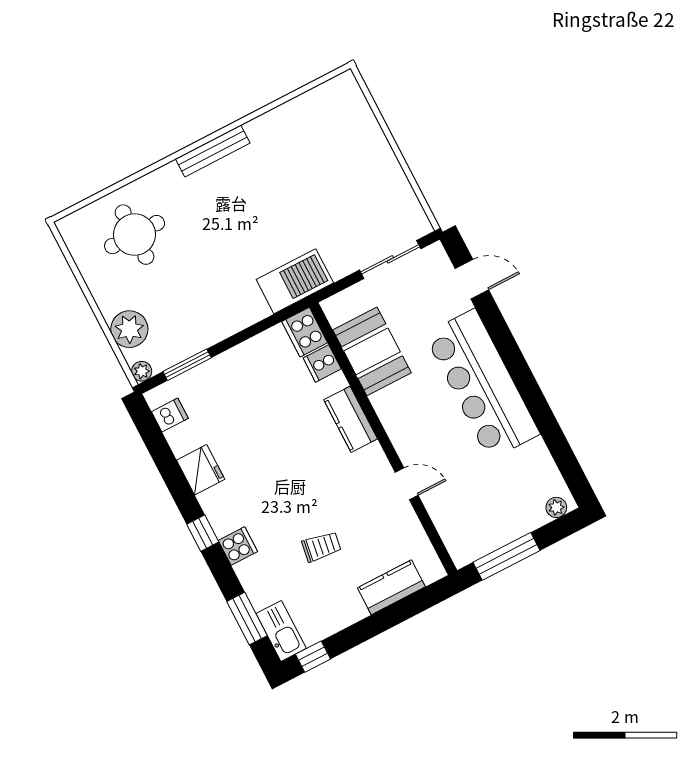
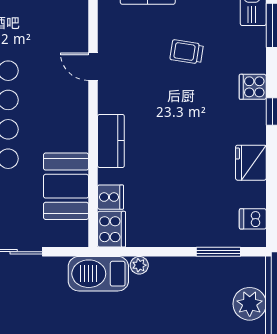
plant: (142, 371) -> (139, 265), moved

